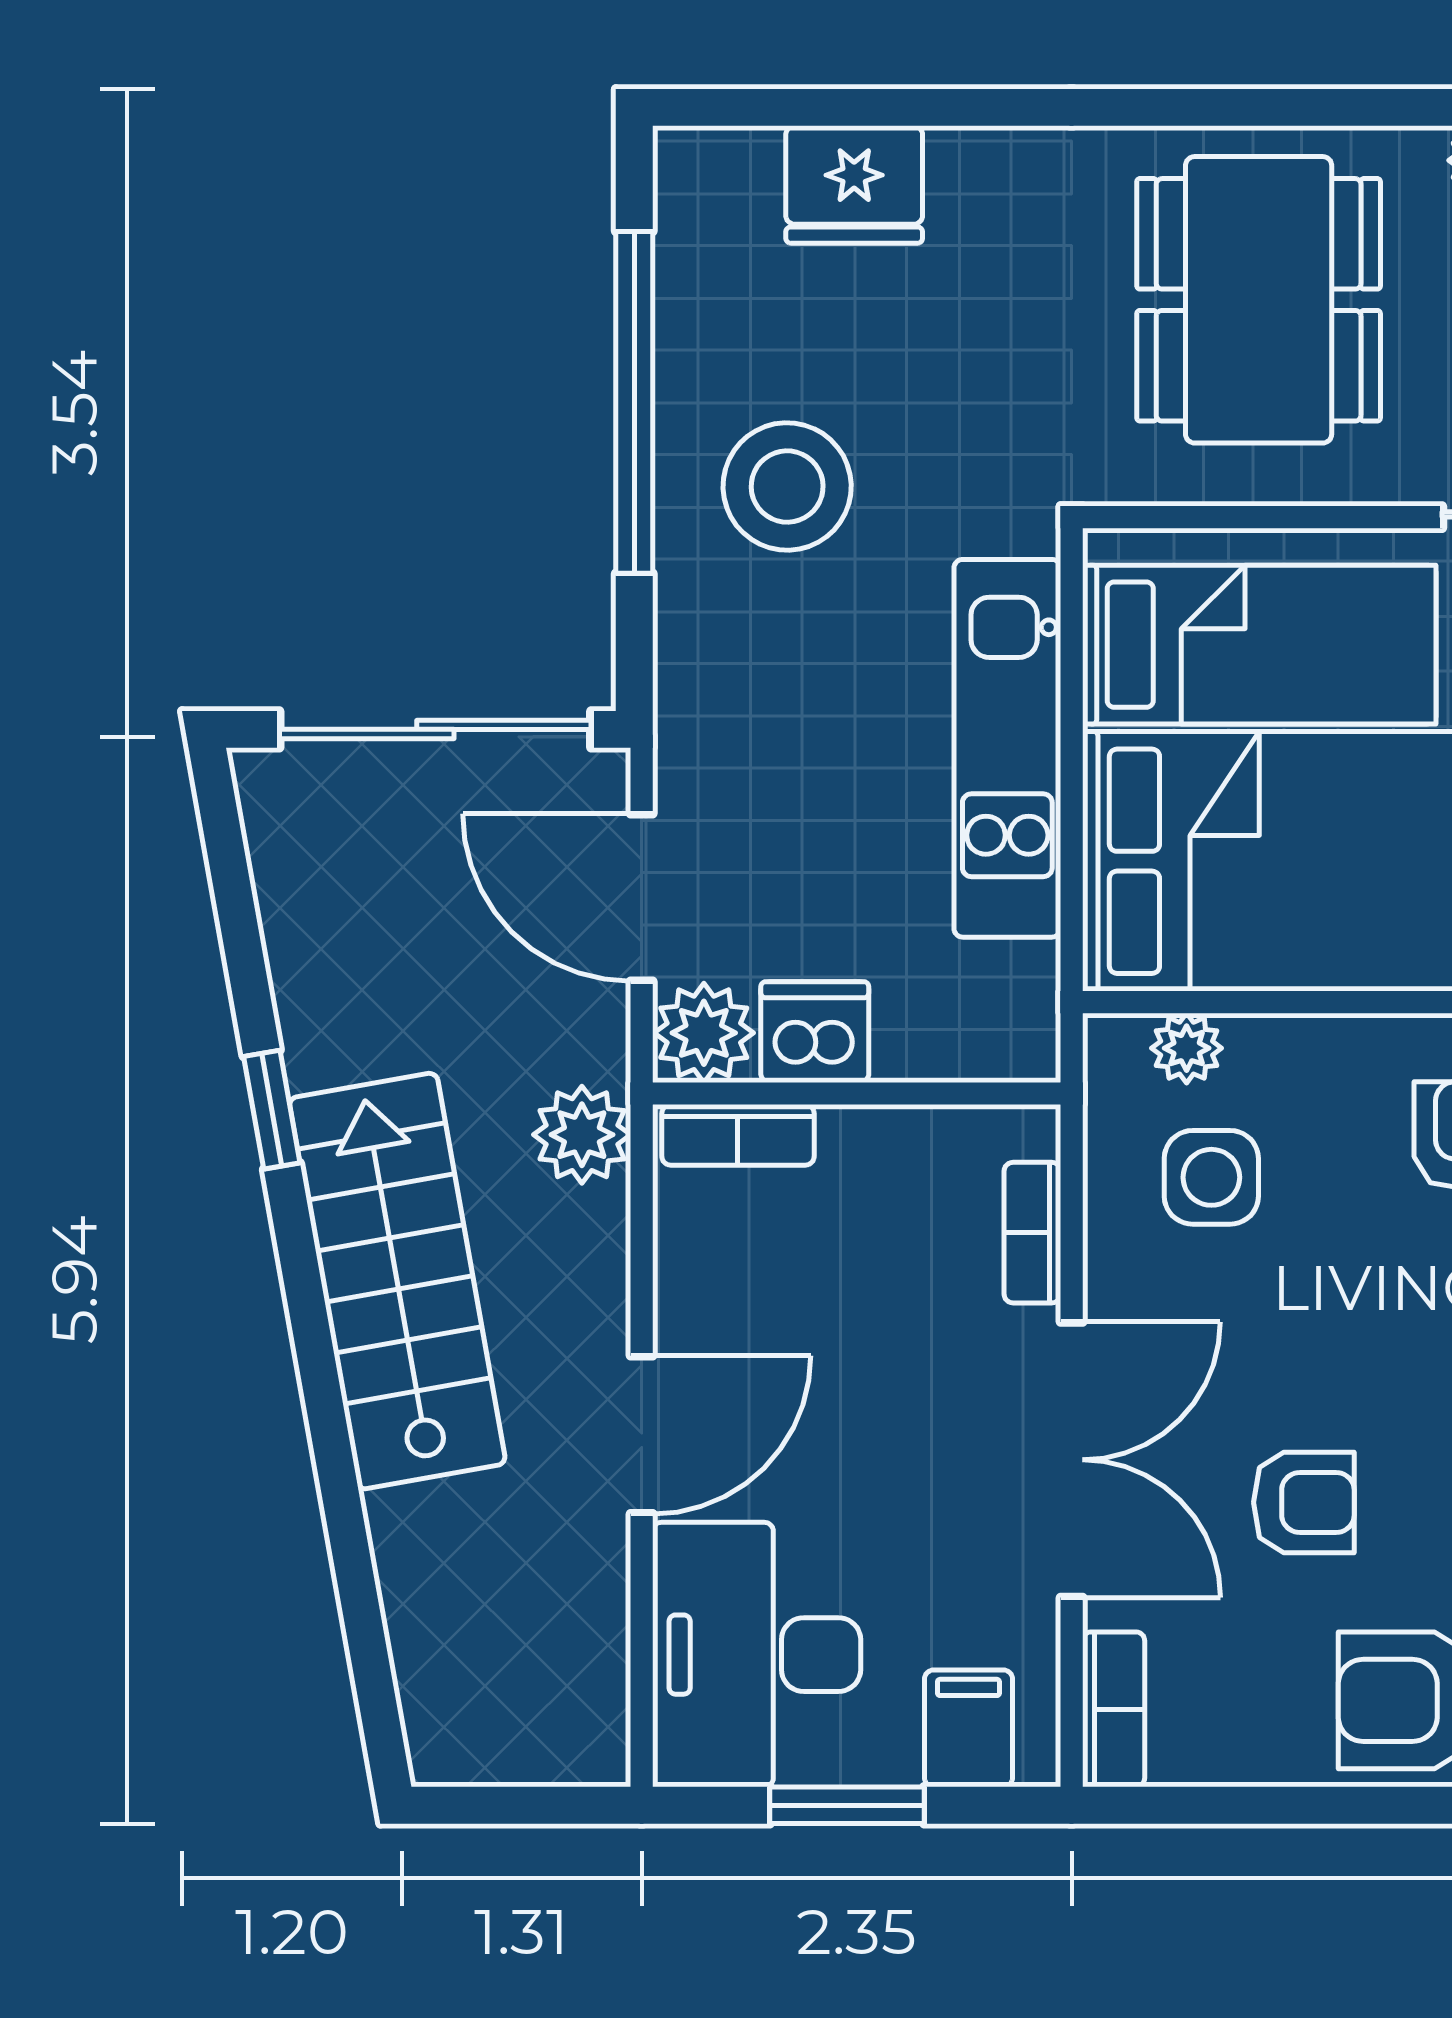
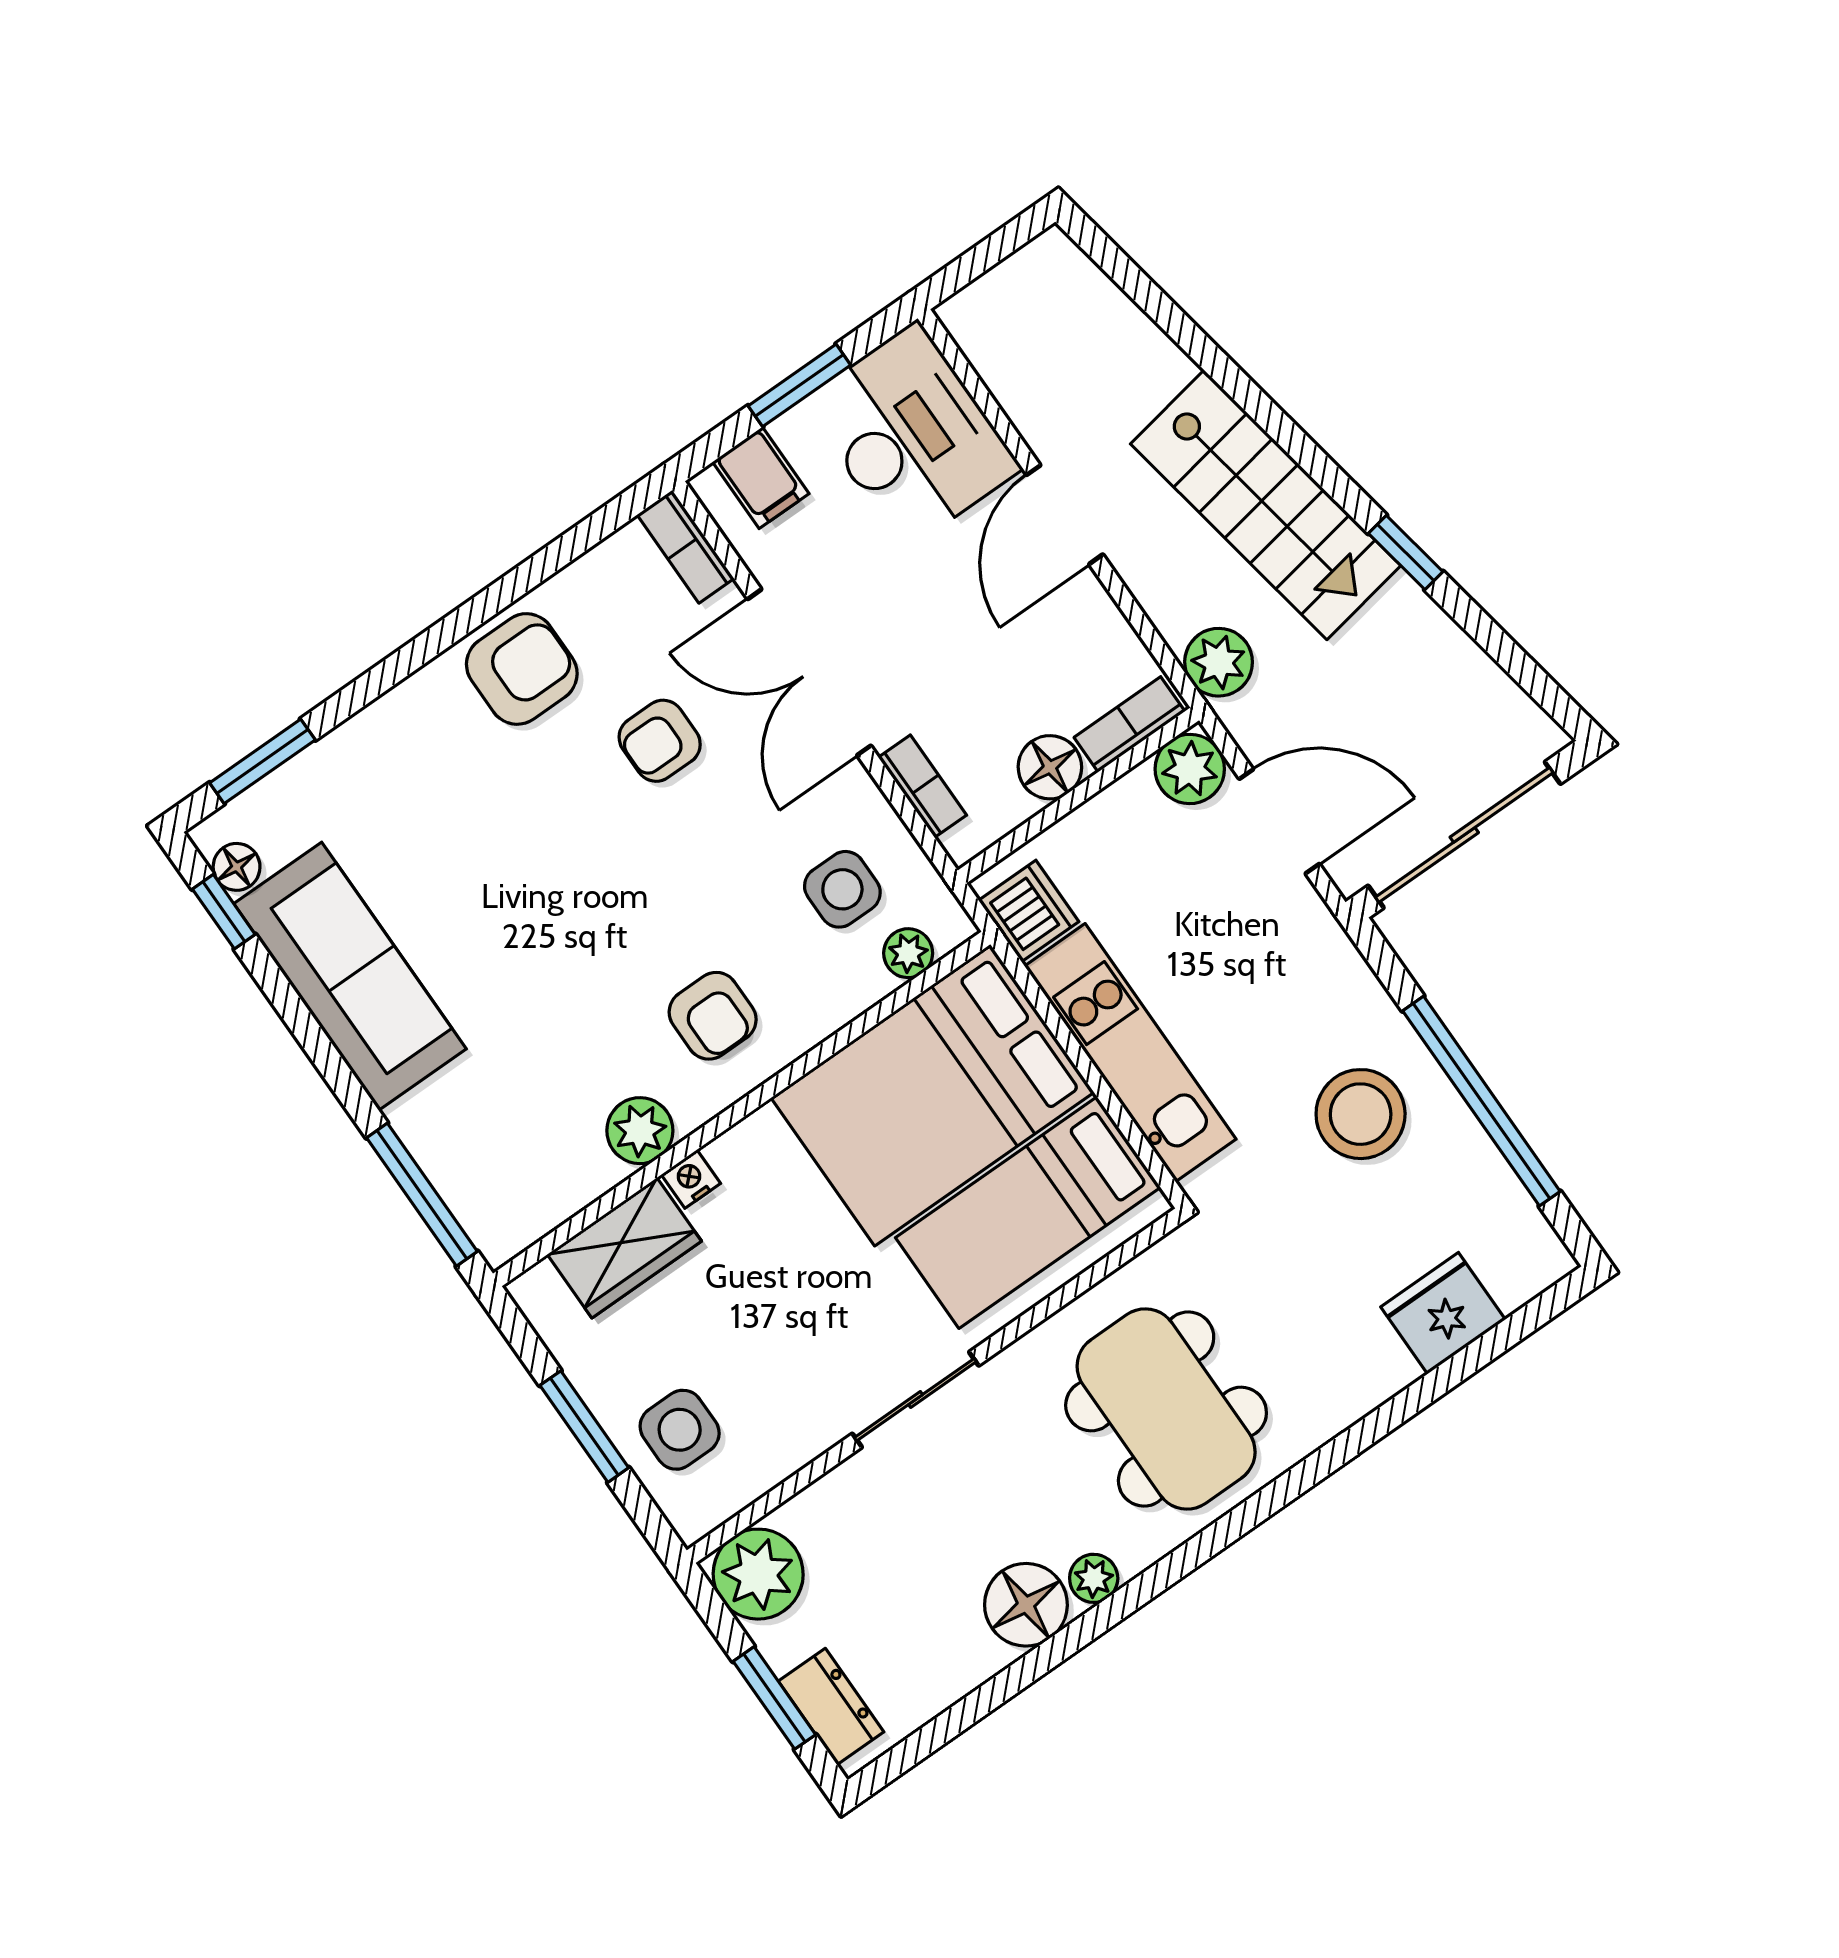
dishwasher: (815, 1032) -> (1029, 911), moved, turned -90
floor lamp: (867, 1150) -> (1050, 767), added

